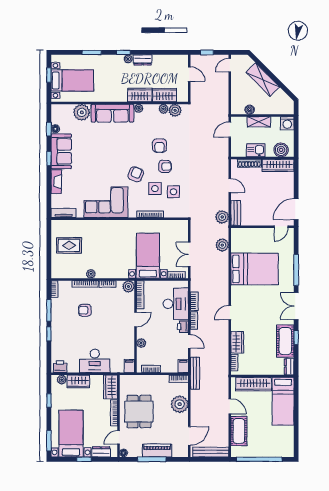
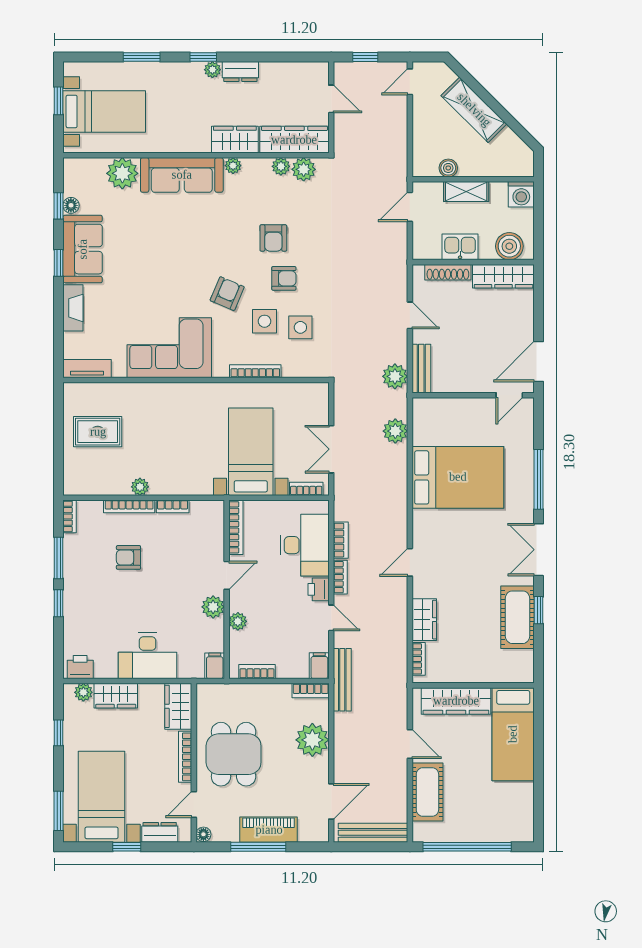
wardrobe: (164, 95) -> (294, 140), width x1.50
plant: (128, 286) -> (213, 607), moved
dresser: (289, 367) -> (525, 667), removed

